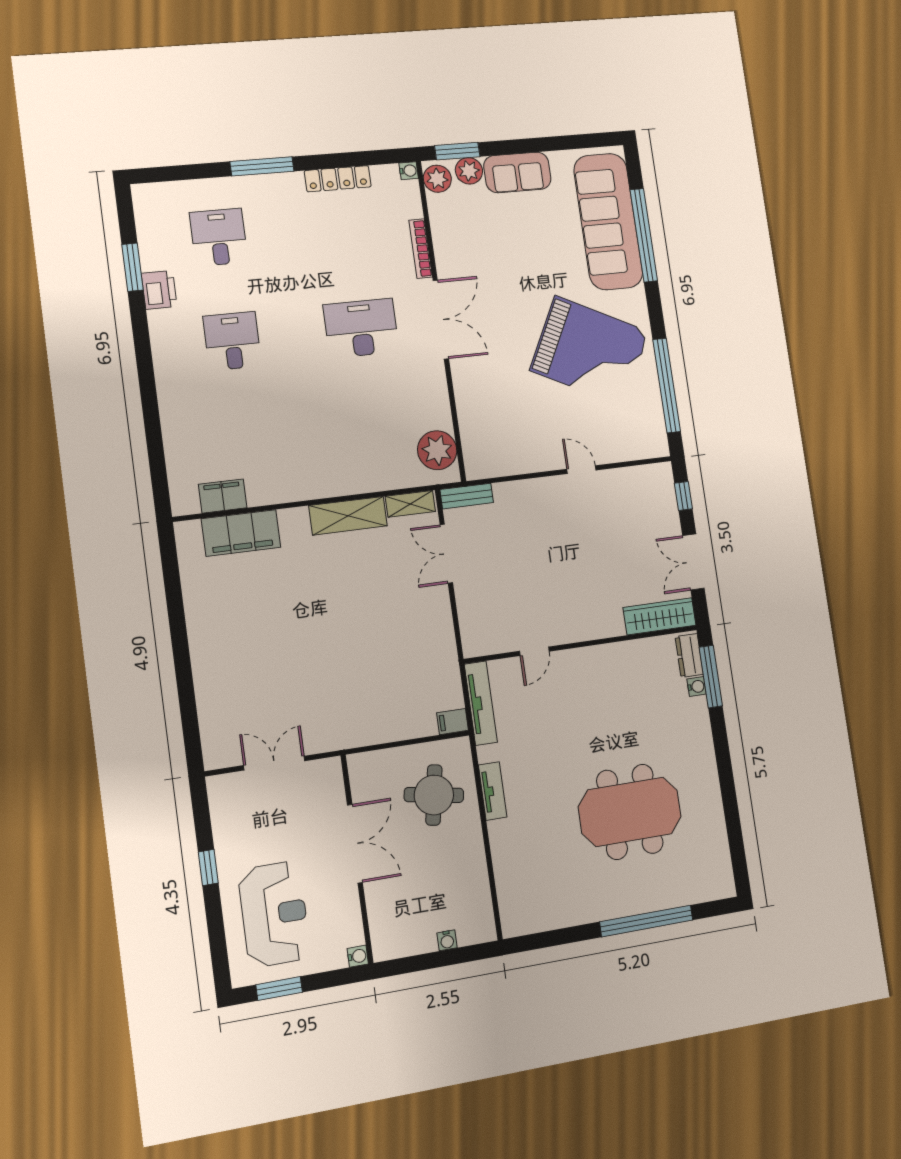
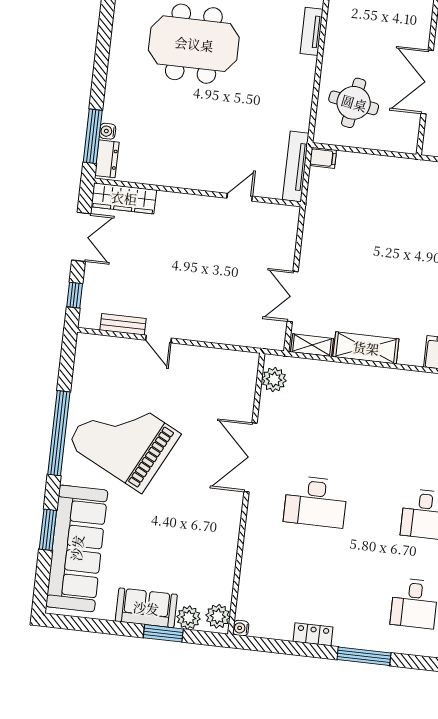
window: (457, 151) -> (163, 633), moved
locker: (338, 179) -> (313, 634), width x0.66
window: (644, 235) -> (48, 530), width x0.47
bookcase: (421, 249) -> (248, 559), removed
double door: (441, 320) -> (250, 457), moved
window: (667, 385) -> (59, 433), moved
plant: (437, 450) -> (274, 380), width x0.73, depth x0.73
bench: (467, 496) -> (123, 324), moved
double door: (446, 554) -> (293, 297), swing flipped
tv unit: (493, 791) -> (312, 31), moved

